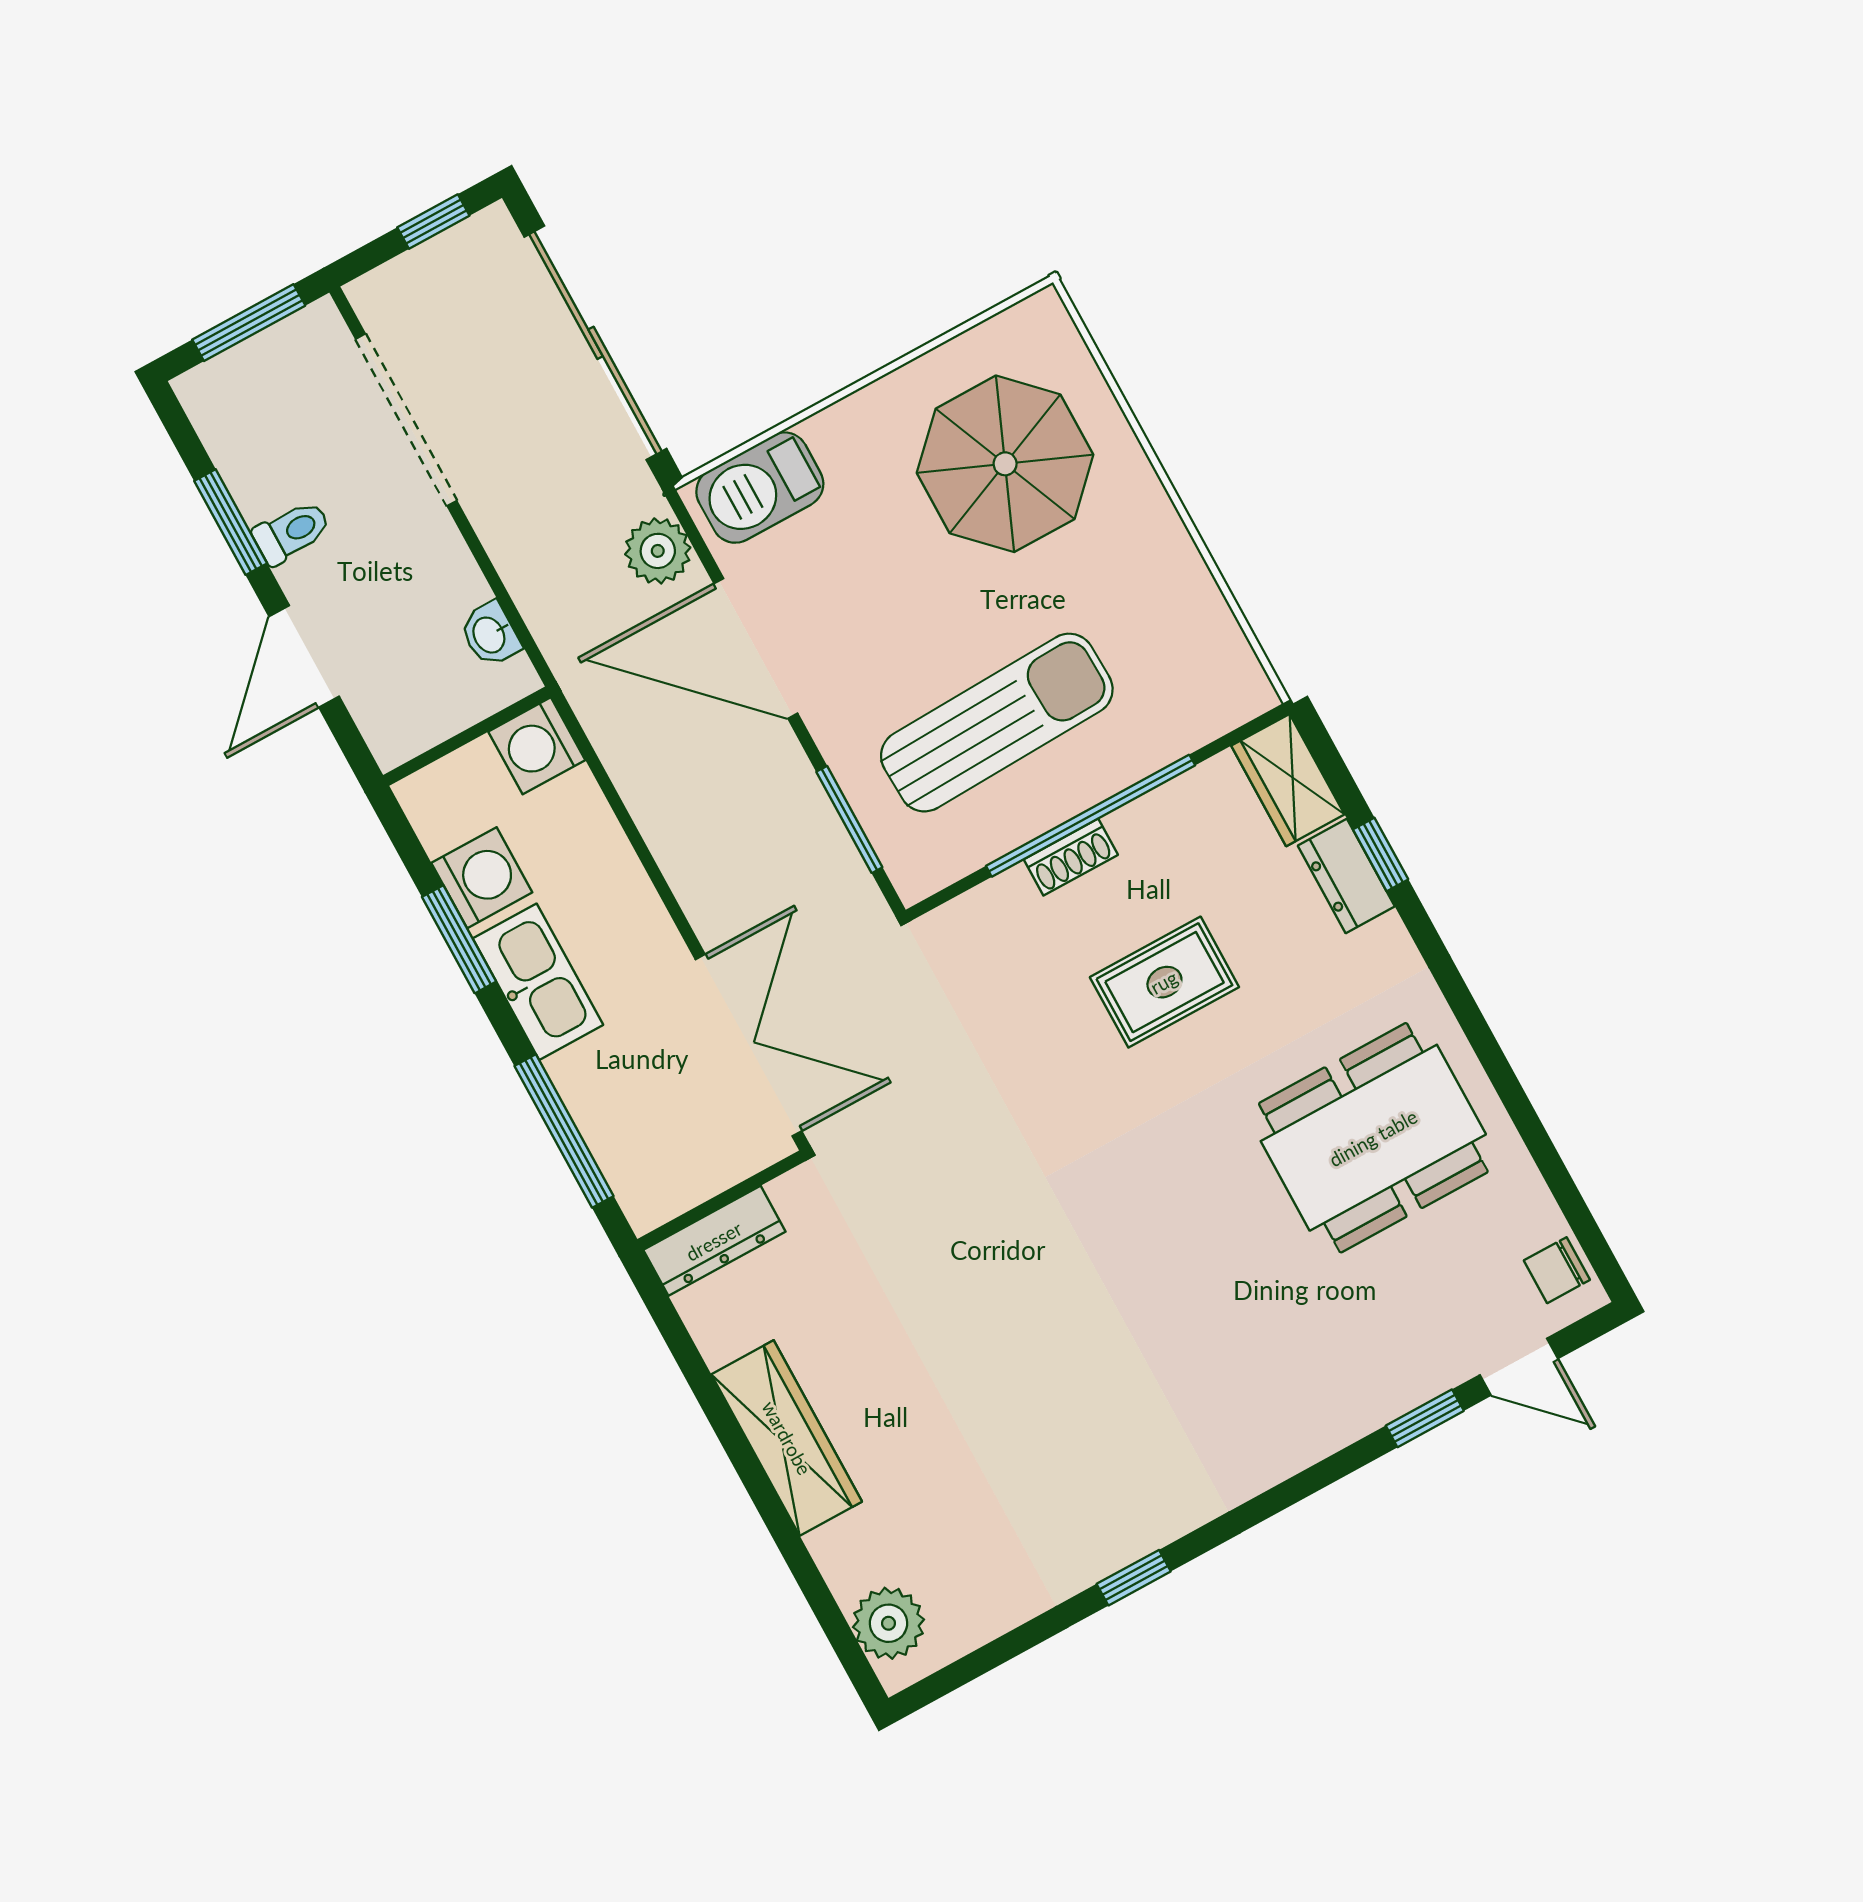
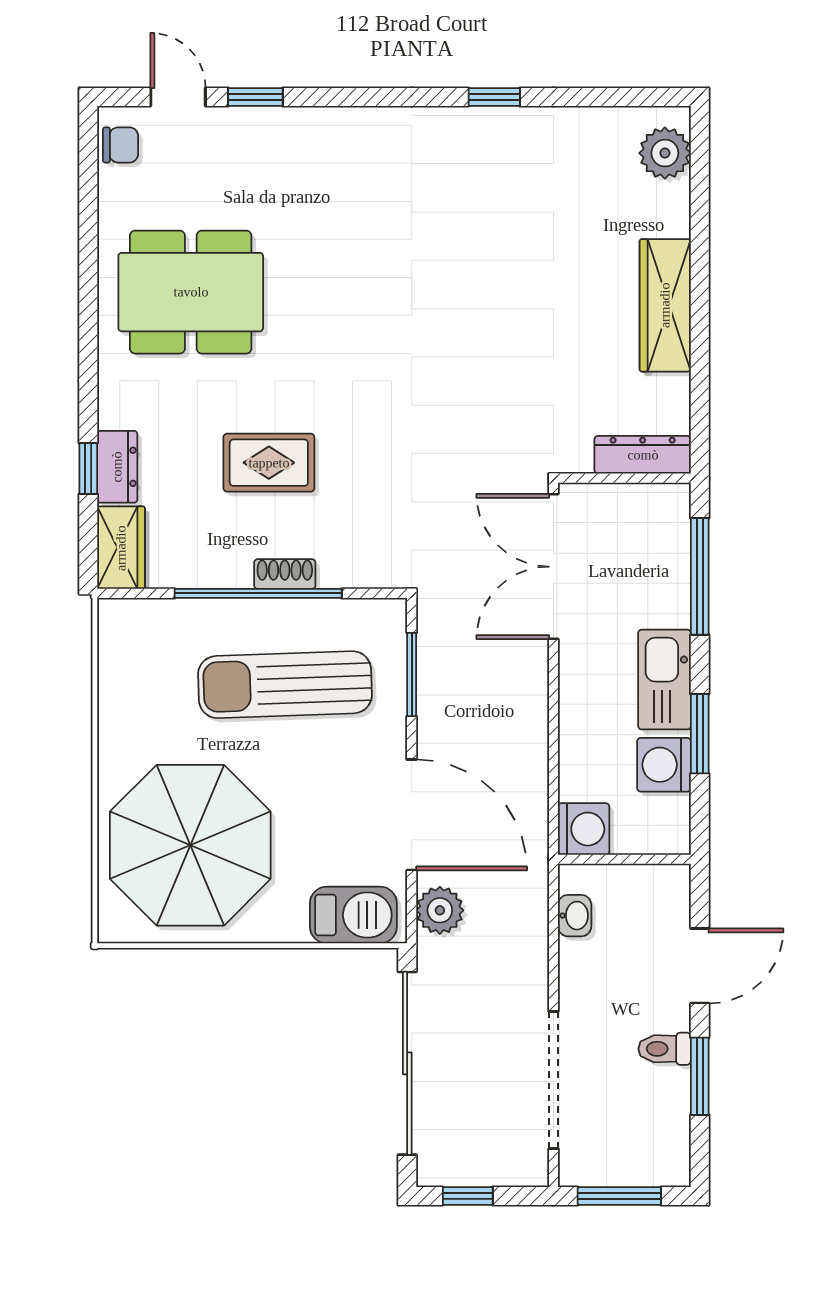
parasol: (1005, 464) -> (190, 845), width x1.36, depth x1.36

